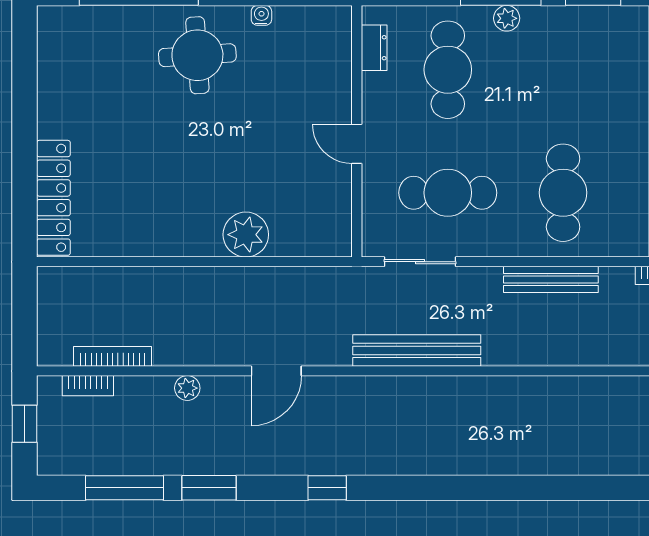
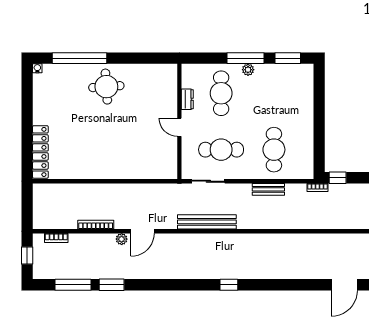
water cooler: (261, 15) -> (37, 68), moved
dresser: (374, 48) -> (187, 99), moved
plant: (246, 235) -> (129, 169), removed
bench: (551, 279) -> (268, 189), width x0.73
bookcase: (113, 356) -> (96, 225), moved
plant: (187, 388) -> (122, 239), moved
window: (327, 488) -> (229, 285), moved

